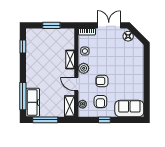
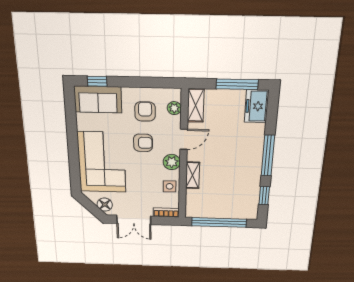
window: (51, 25) -> (219, 222), width x2.11
corner sofa: (129, 67) -> (102, 162), added
door: (76, 84) -> (184, 139), hinge flipped
window: (23, 96) -> (268, 156), moved
freezer: (33, 102) -> (256, 106), width x0.71
window: (104, 120) -> (97, 81), moved

